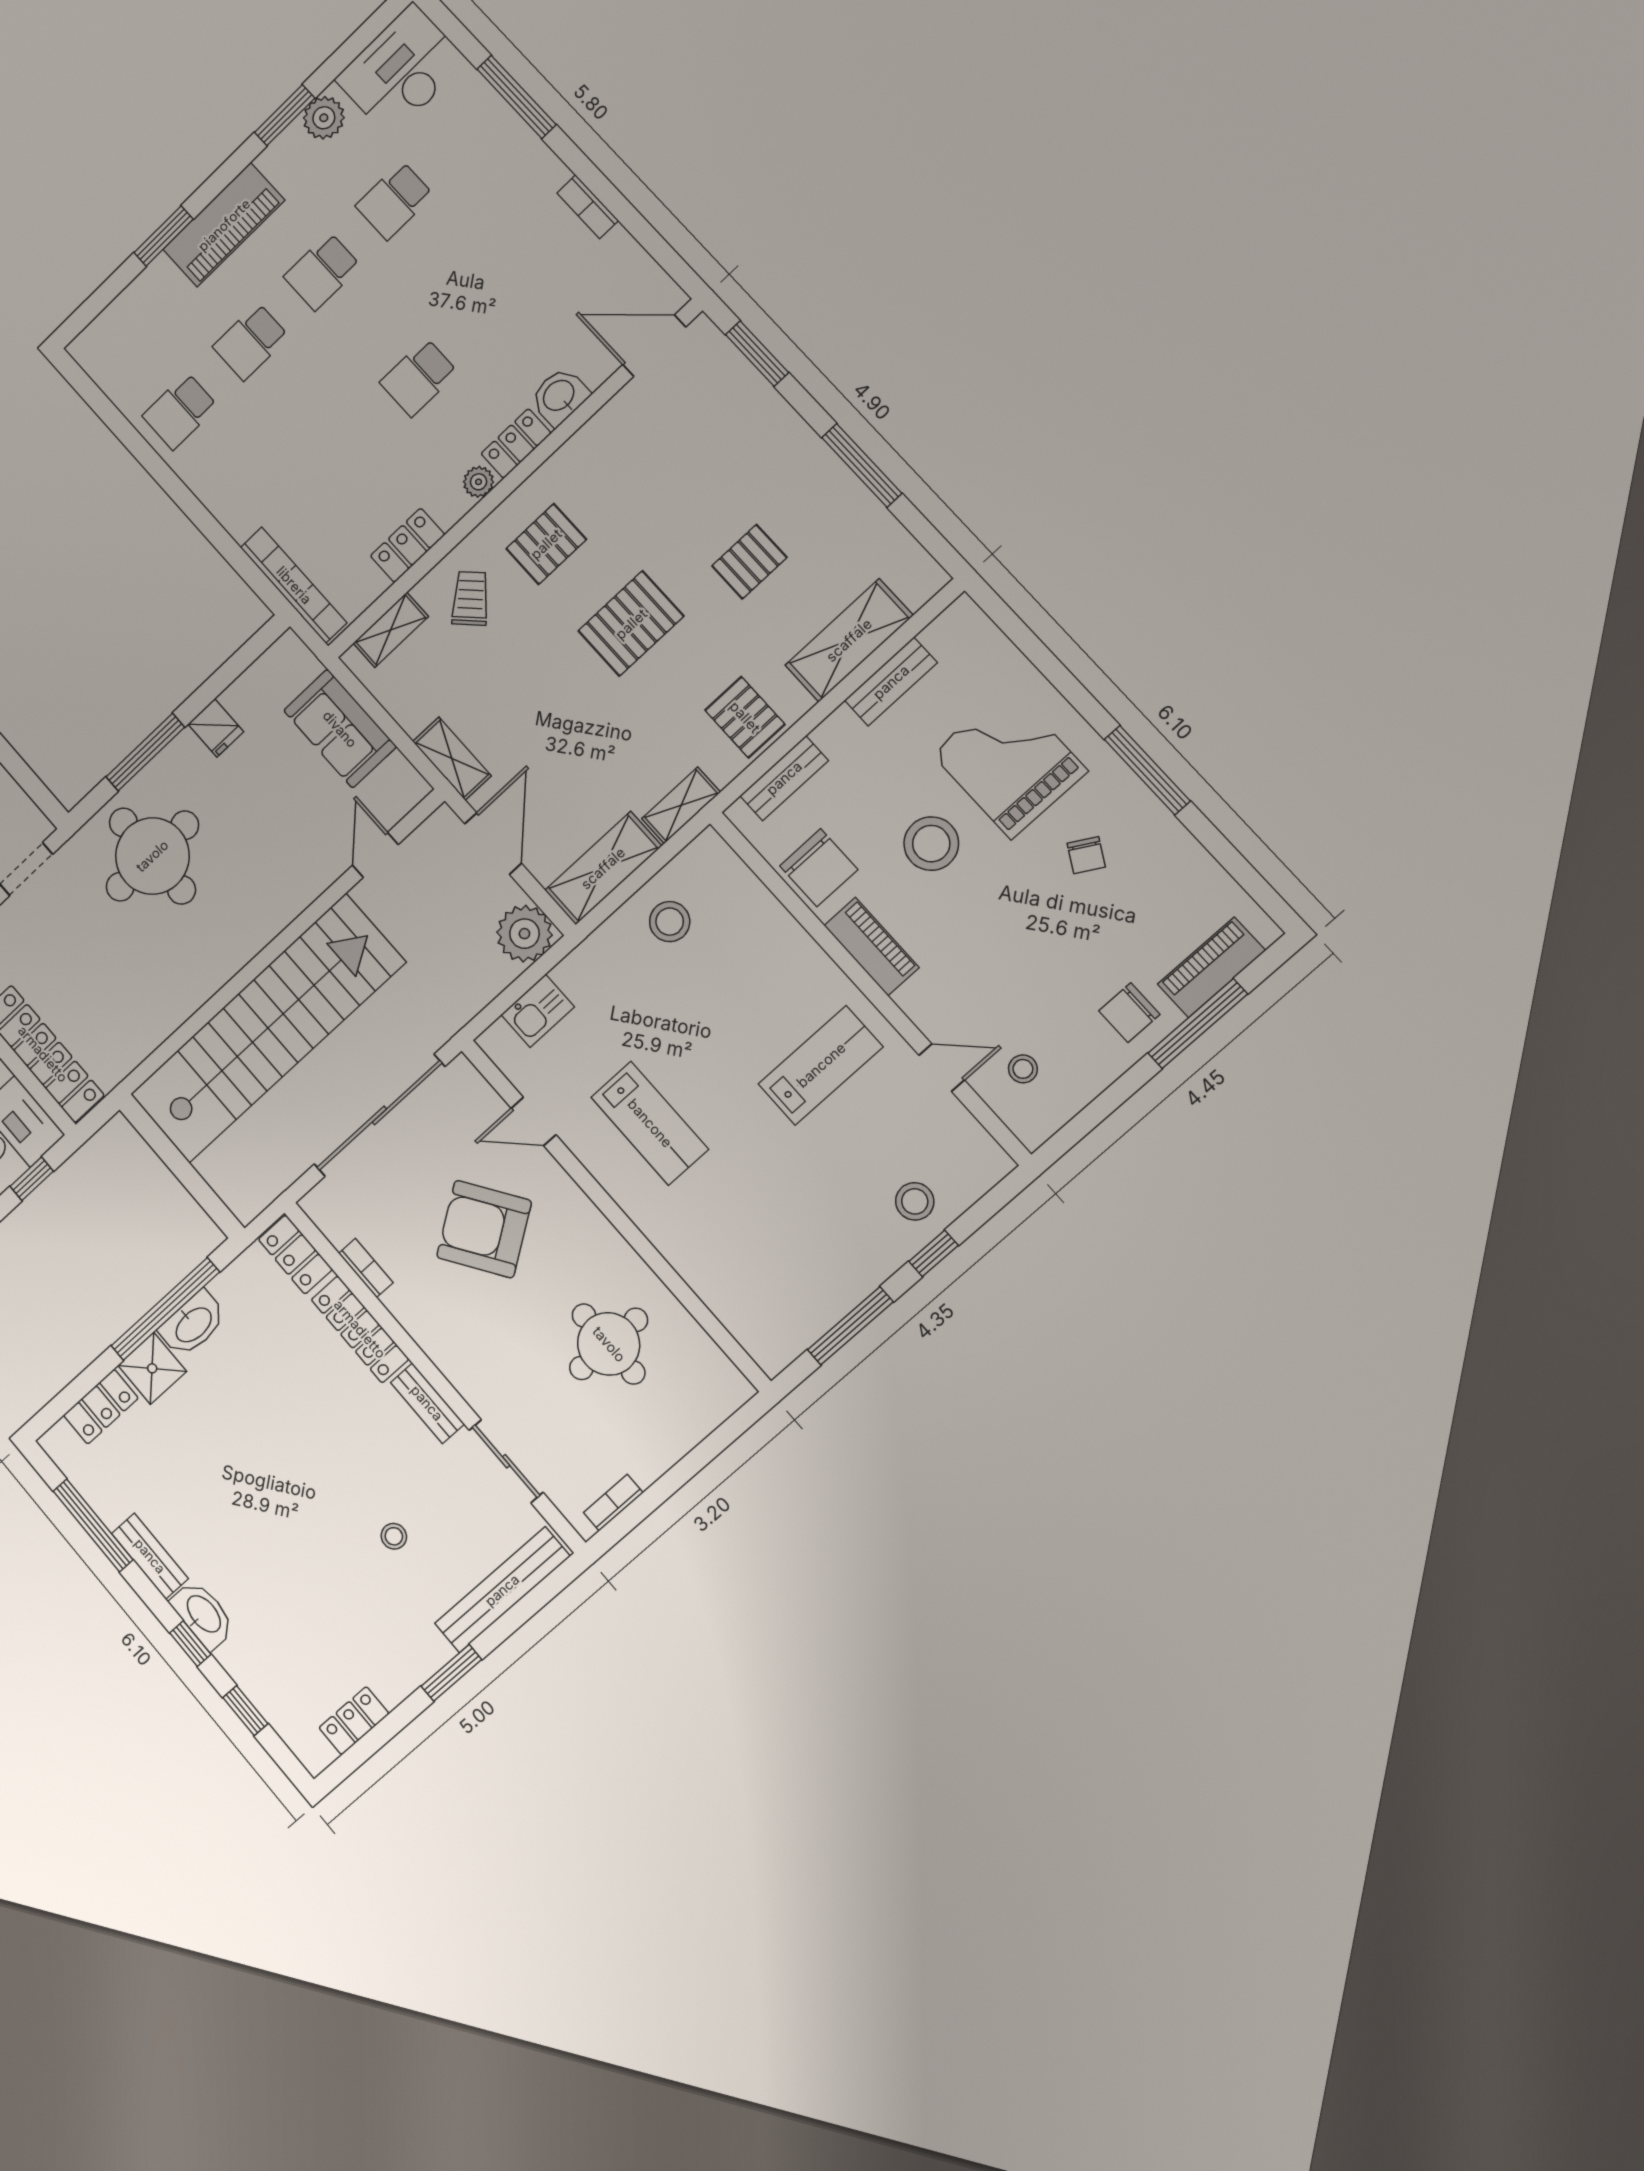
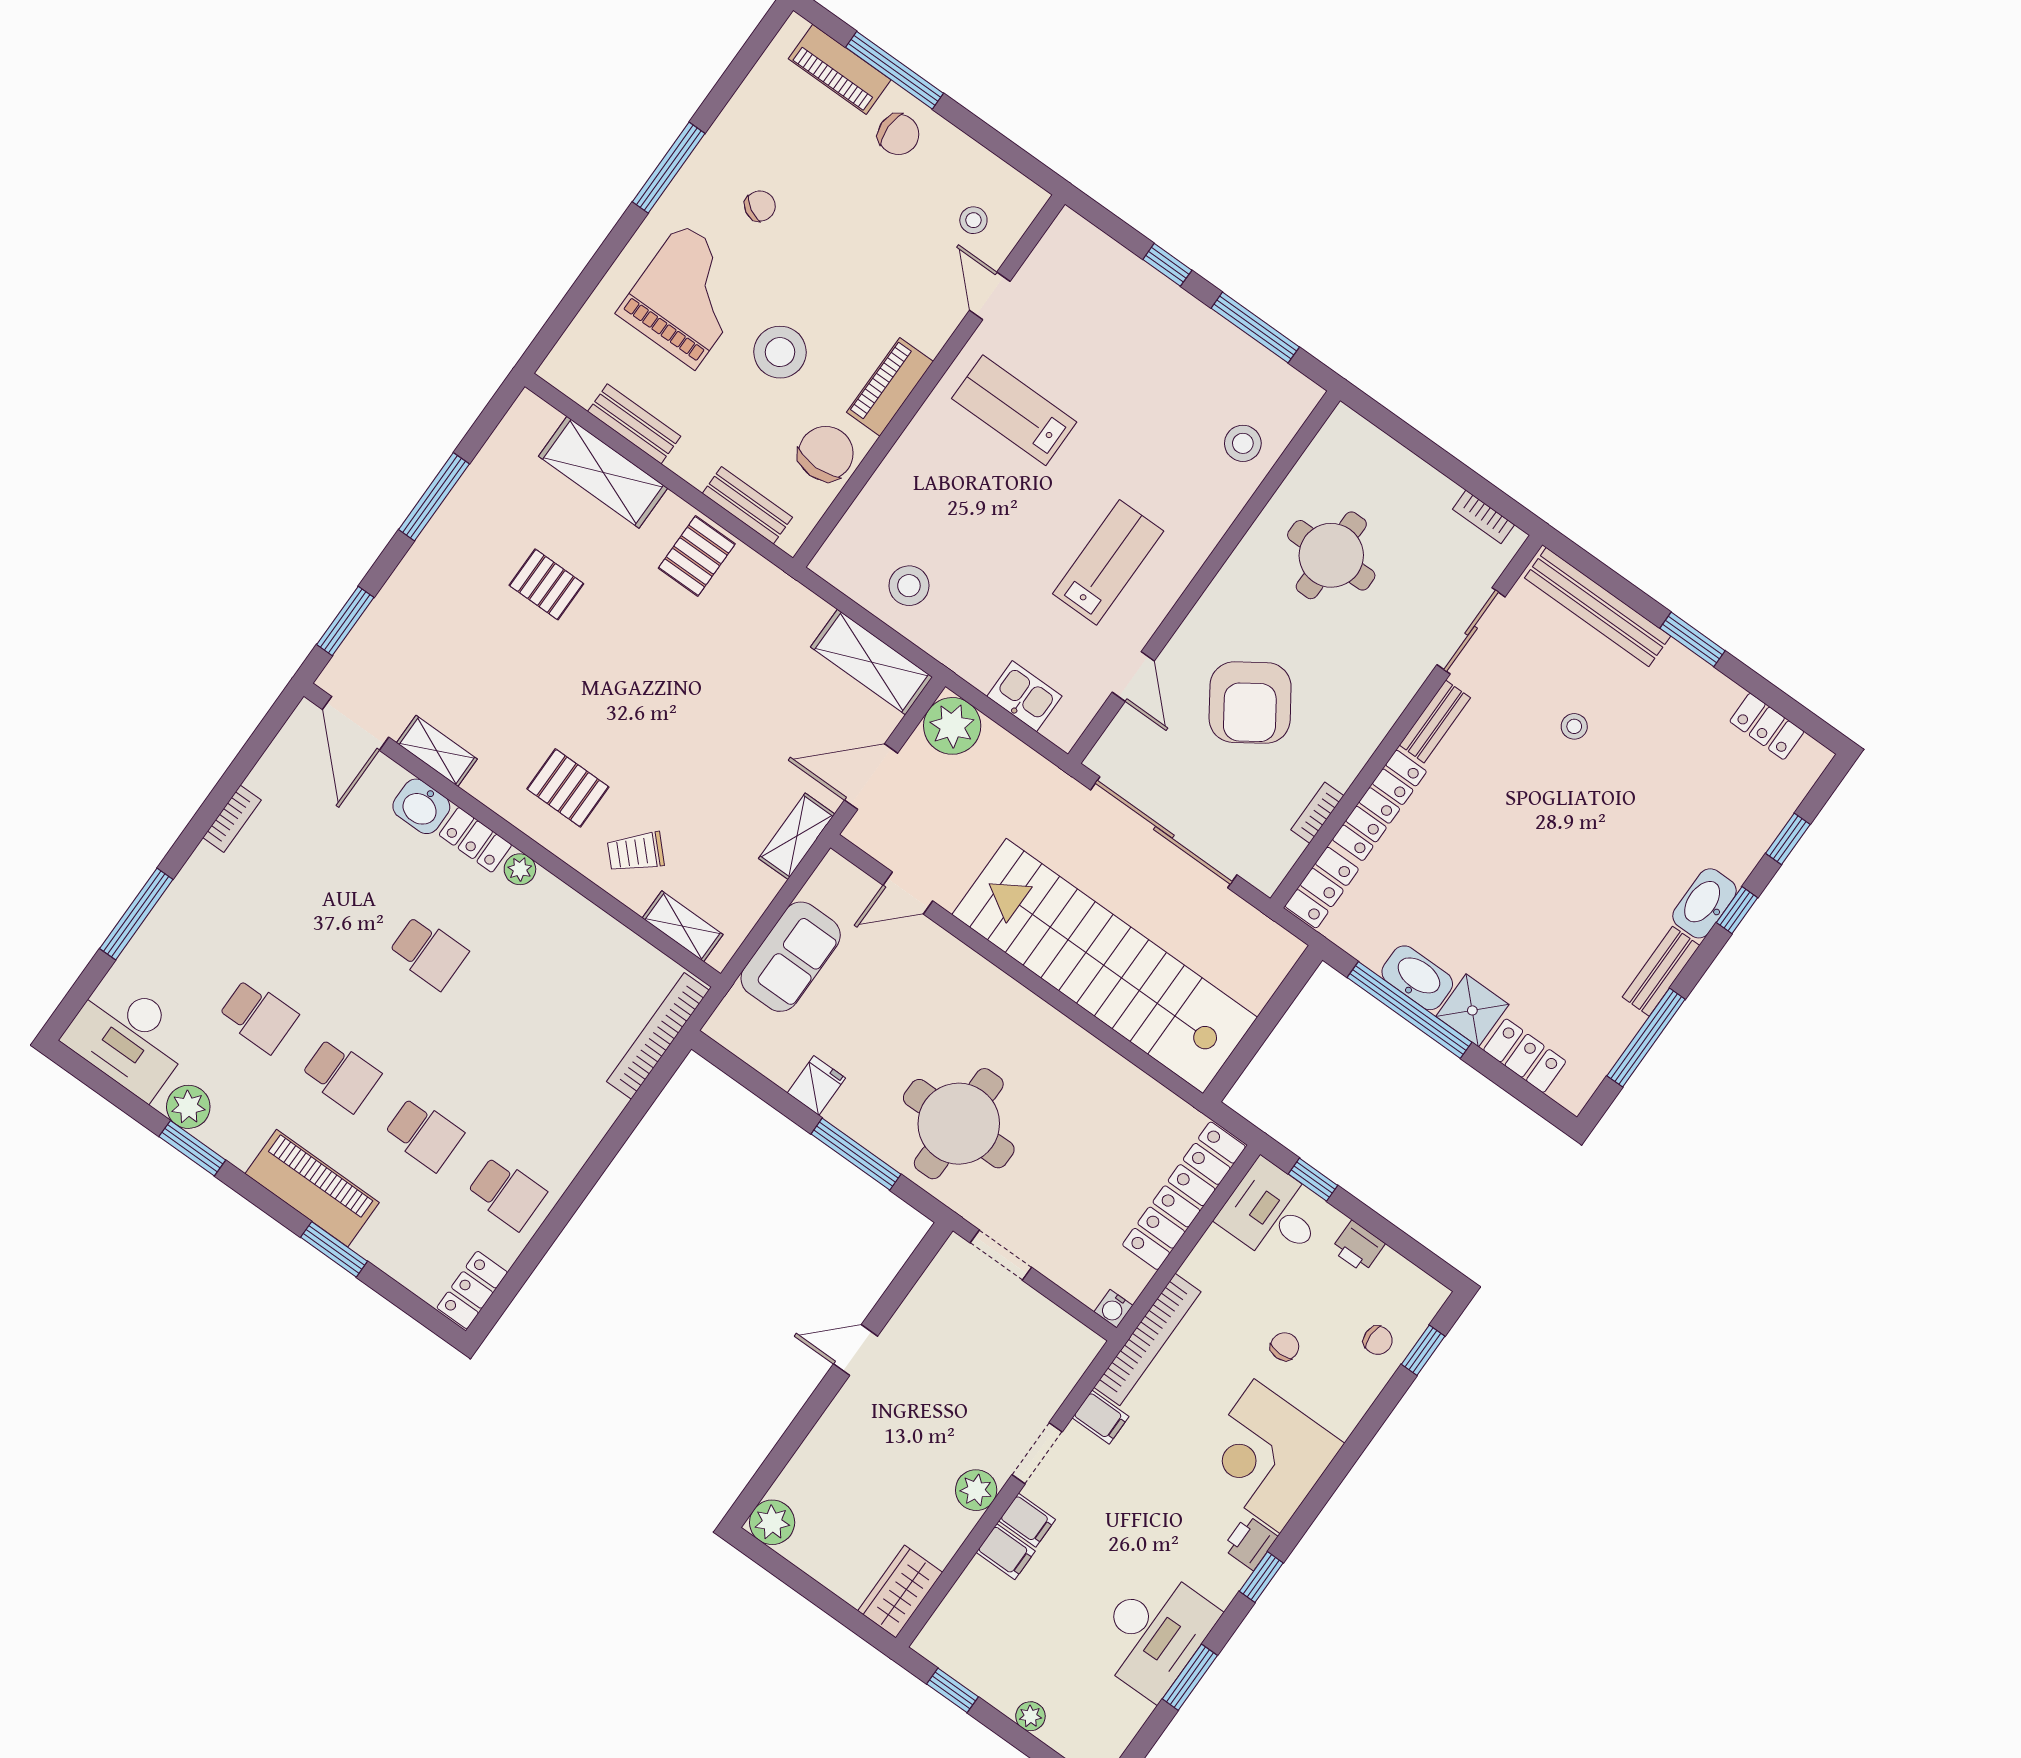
locker: (408, 545) -> (472, 1290), moved, turned 90
pallet: (631, 624) -> (629, 687), removed
grand piano: (1009, 762) -> (688, 296), turned 180
shelving: (681, 805) -> (437, 751), moved
stool: (915, 1201) -> (1243, 443), moved

